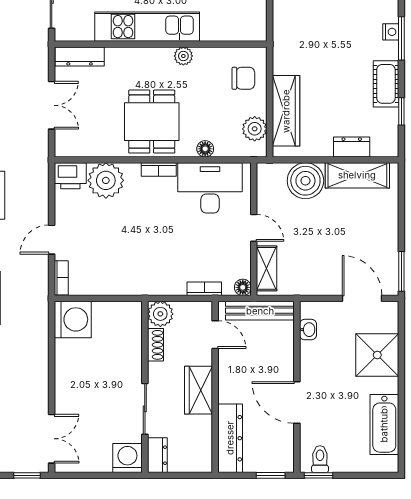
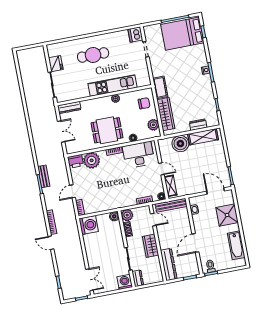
kitchen unit: (147, 27) -> (112, 85), moved
cot: (386, 84) -> (160, 87), moved
dining table: (152, 122) -> (107, 130), turned 90
boiler: (132, 311) -> (114, 216), added
door: (297, 402) -> (195, 243), hinge flipped

